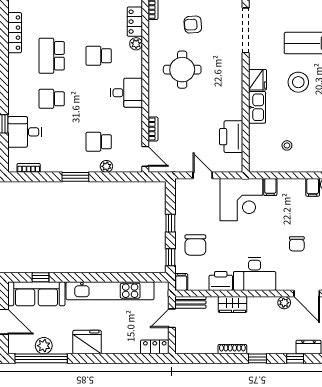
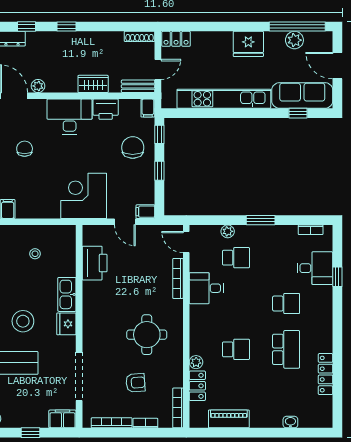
desk: (126, 93) -> (206, 288), moved
bookcase: (153, 129) -> (178, 278), width x1.56
filing cabinet: (270, 187) -> (145, 212), moved, turned -90
shoe rack: (232, 349) -> (140, 36), moved

